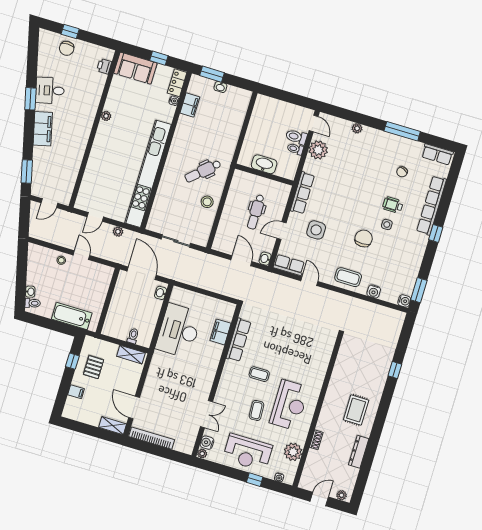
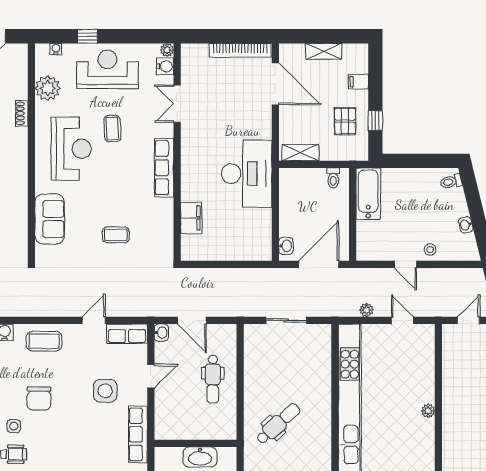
plant: (106, 116) -> (428, 411), moved
stool: (207, 202) -> (260, 385), removed
dental chair: (256, 212) -> (213, 379), moved, turned 180
door: (95, 217) -> (402, 320), hinge flipped
door: (142, 273) -> (319, 264), swing flipped
door: (309, 281) -> (94, 320), swing flipped
washbasin: (30, 292) -> (466, 225), moved
bathtub: (72, 316) -> (368, 194), moved, turned -90
desk: (179, 331) -> (247, 174), moved
toilet: (133, 336) -> (333, 178), moved
row of seats: (239, 340) -> (164, 168), moved
sofa: (319, 361) -> (50, 219), added
coffee table: (259, 374) -> (116, 235), moved
reception desk: (289, 405) -> (71, 149), turned 180
door: (134, 408) -> (275, 84), width x1.36
shelving: (113, 426) -> (324, 51), moved

